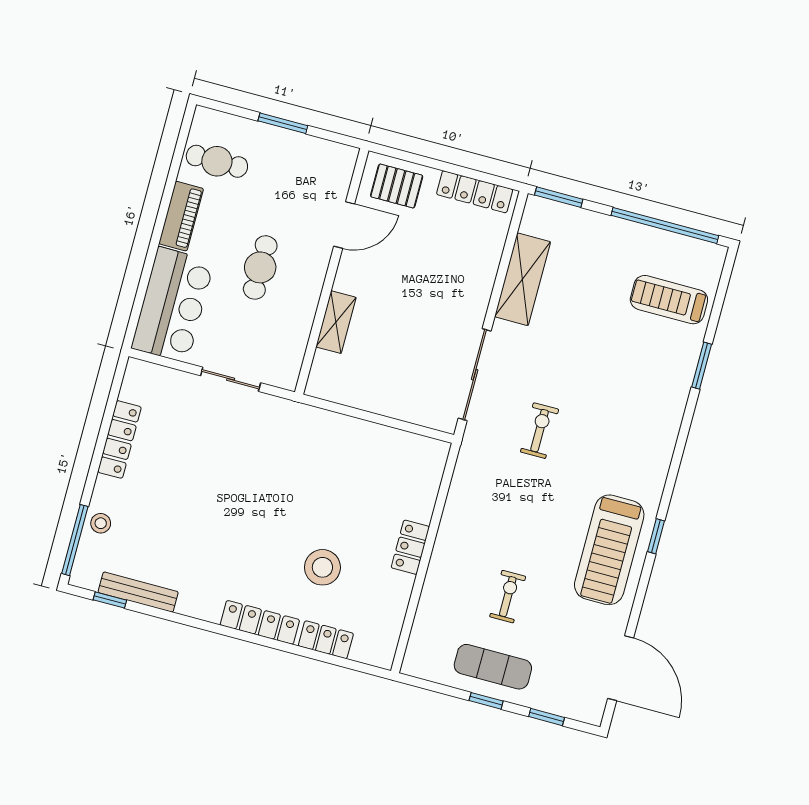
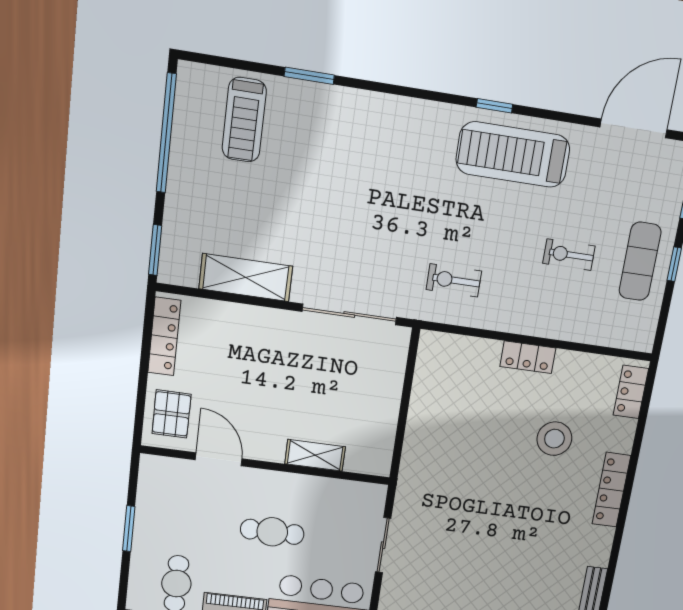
exercise bike: (540, 431) -> (454, 280), moved
treadmill: (609, 550) -> (513, 155), turned 180
locker: (326, 640) -> (631, 392), moved

